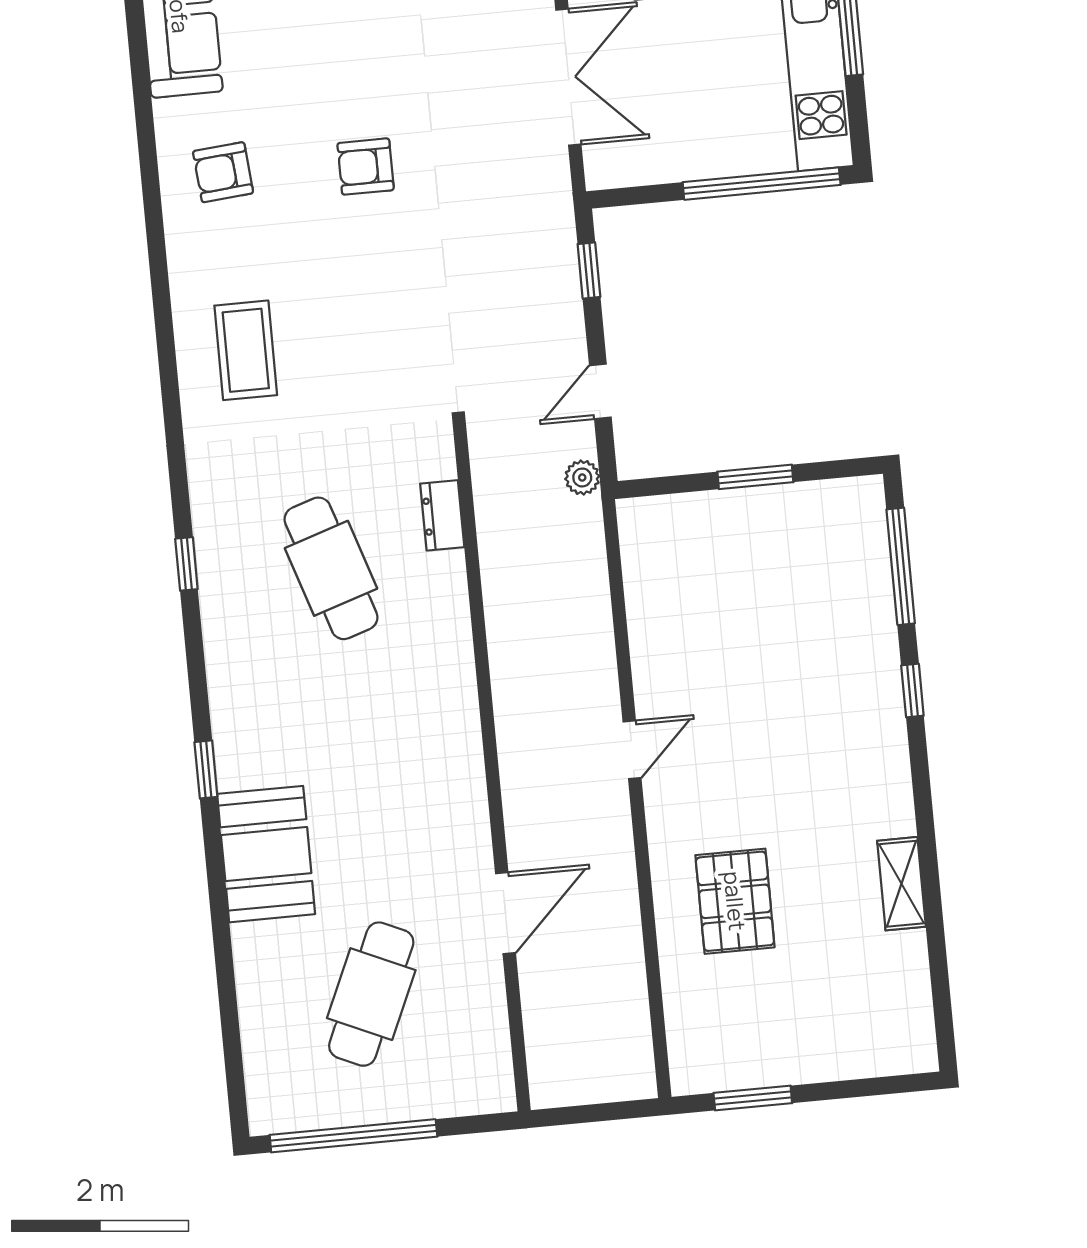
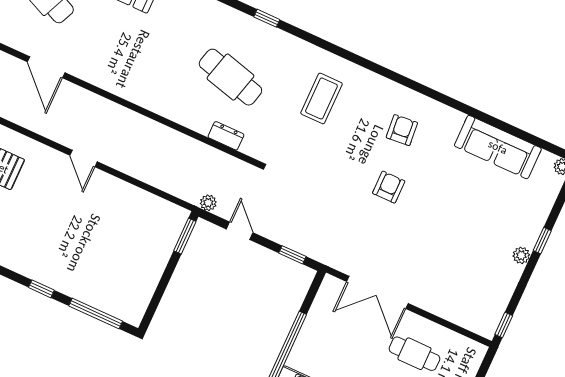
armchair: (223, 172) -> (402, 130), moved
coffee table: (246, 350) -> (321, 98), moved, turned 90
window: (755, 477) -> (185, 236), moved
cafe table: (331, 568) -> (230, 77), turned 33

